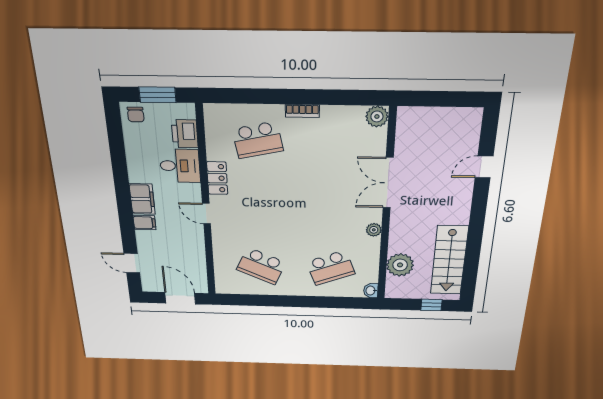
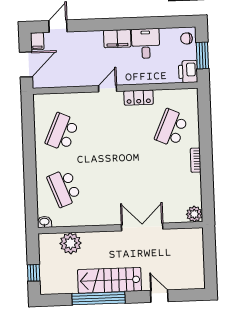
printer: (185, 134) -> (188, 72), moved, turned -90
school desk: (258, 140) -> (171, 128), turned 36
desk: (180, 166) -> (146, 43), moved, turned 180
filing cabinet: (144, 223) -> (37, 41), moved
plant: (374, 230) -> (101, 220), removed
window: (475, 238) -> (99, 298), added
stairs: (449, 260) -> (110, 280), moved

